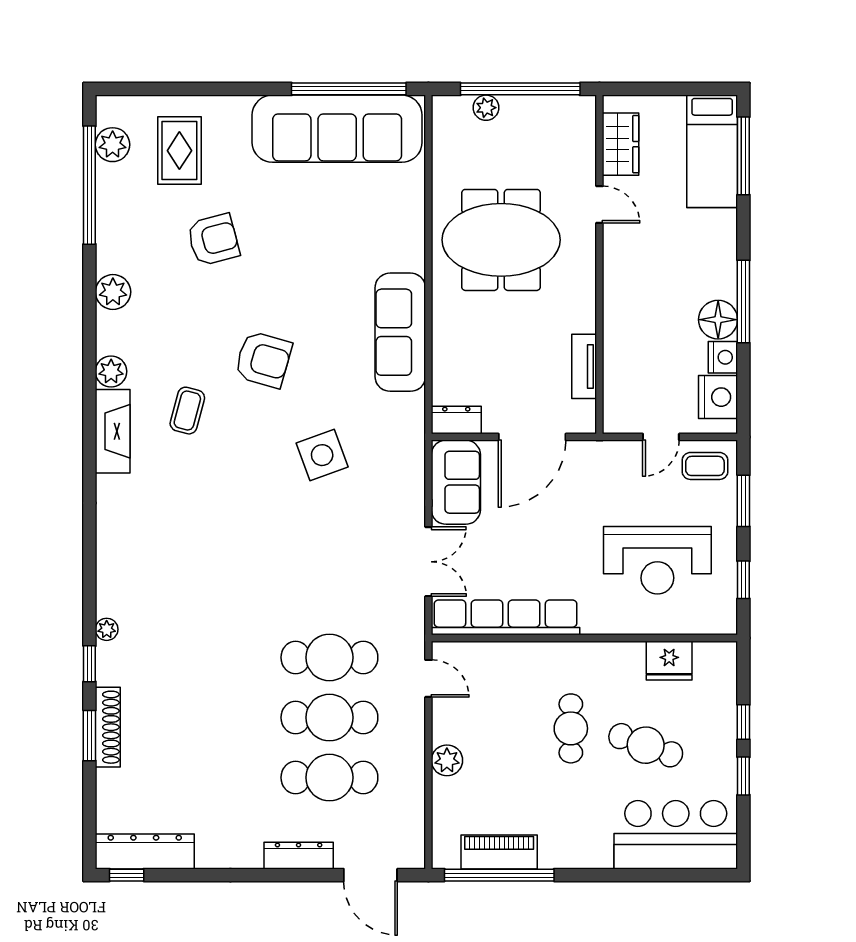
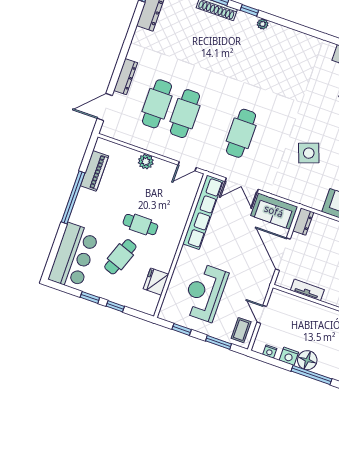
nightstand: (718, 397) -> (270, 351), width x0.53, depth x0.56
cafe table: (329, 657) -> (241, 133), moved
window: (499, 875) -> (73, 197), moved

